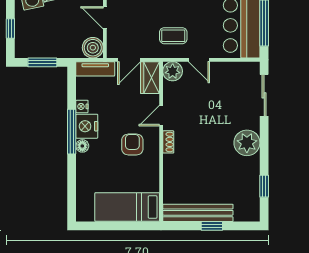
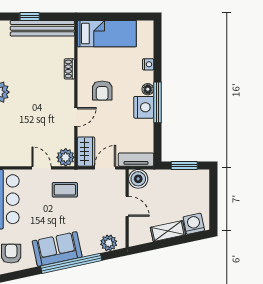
window: (10, 28) -> (213, 196), removed
nightstand: (82, 106) -> (148, 64), moved
shoe rack: (168, 142) -> (69, 69), moved

